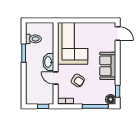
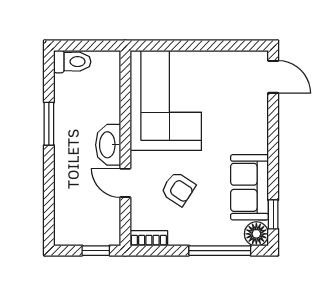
toilet: (33, 39) -> (72, 62), moved
sofa: (108, 66) -> (249, 187), moved

